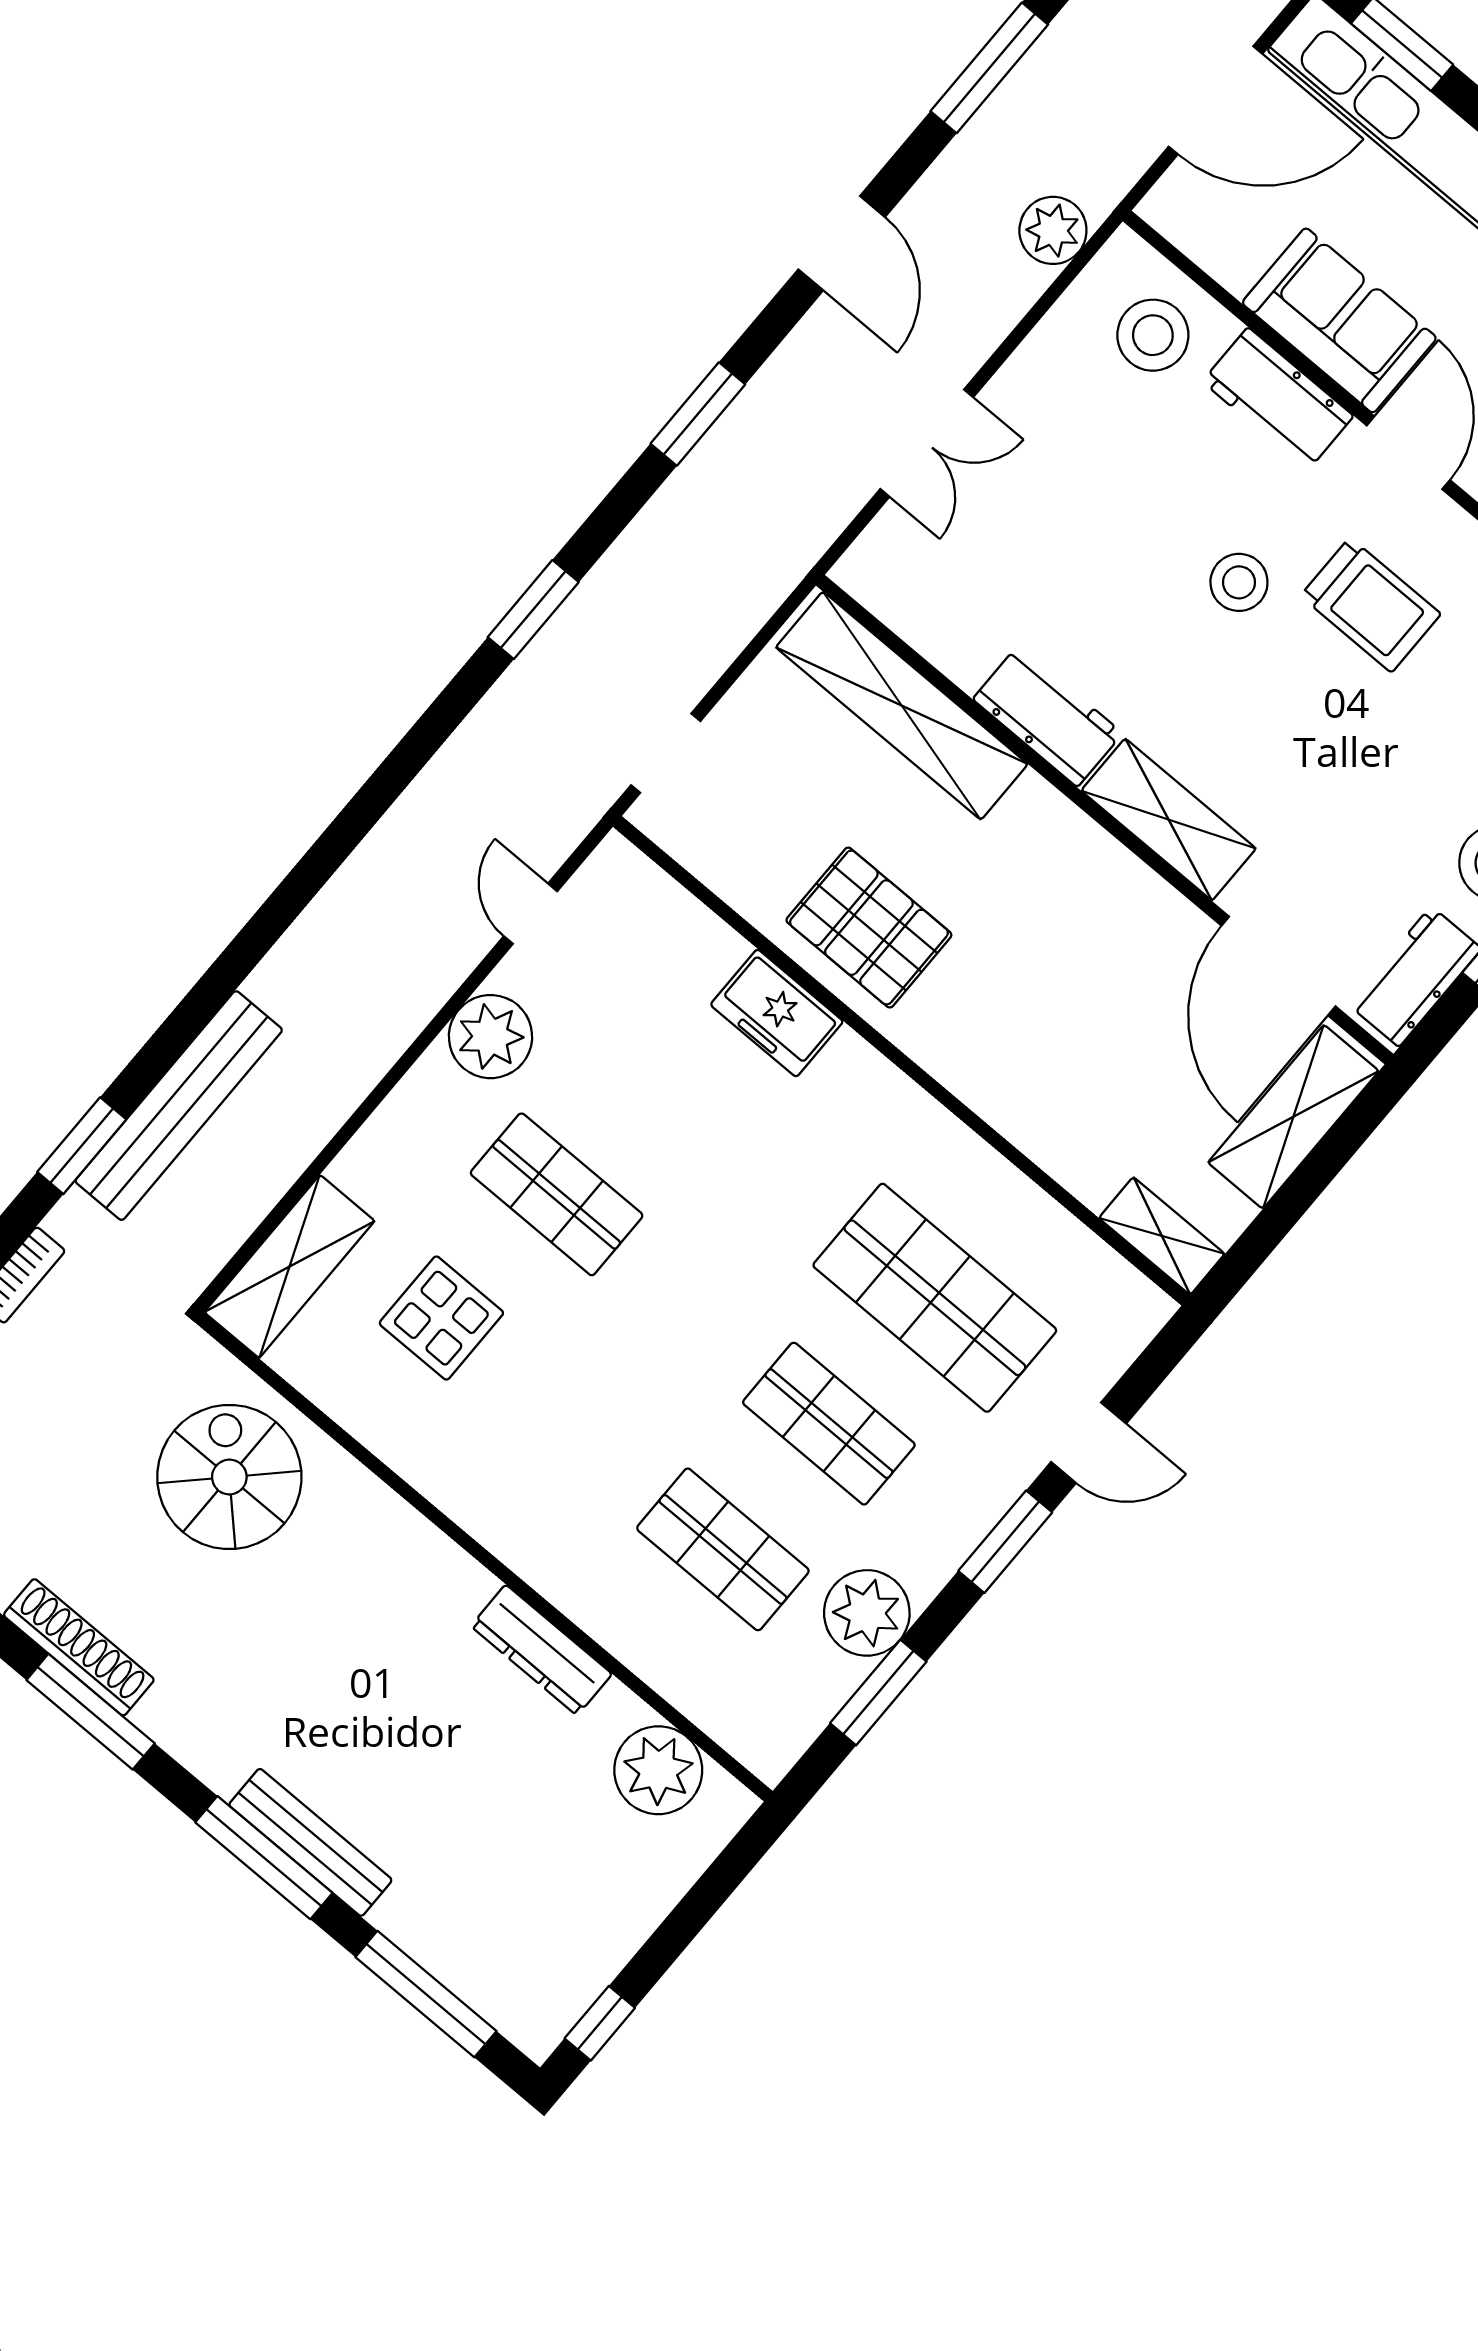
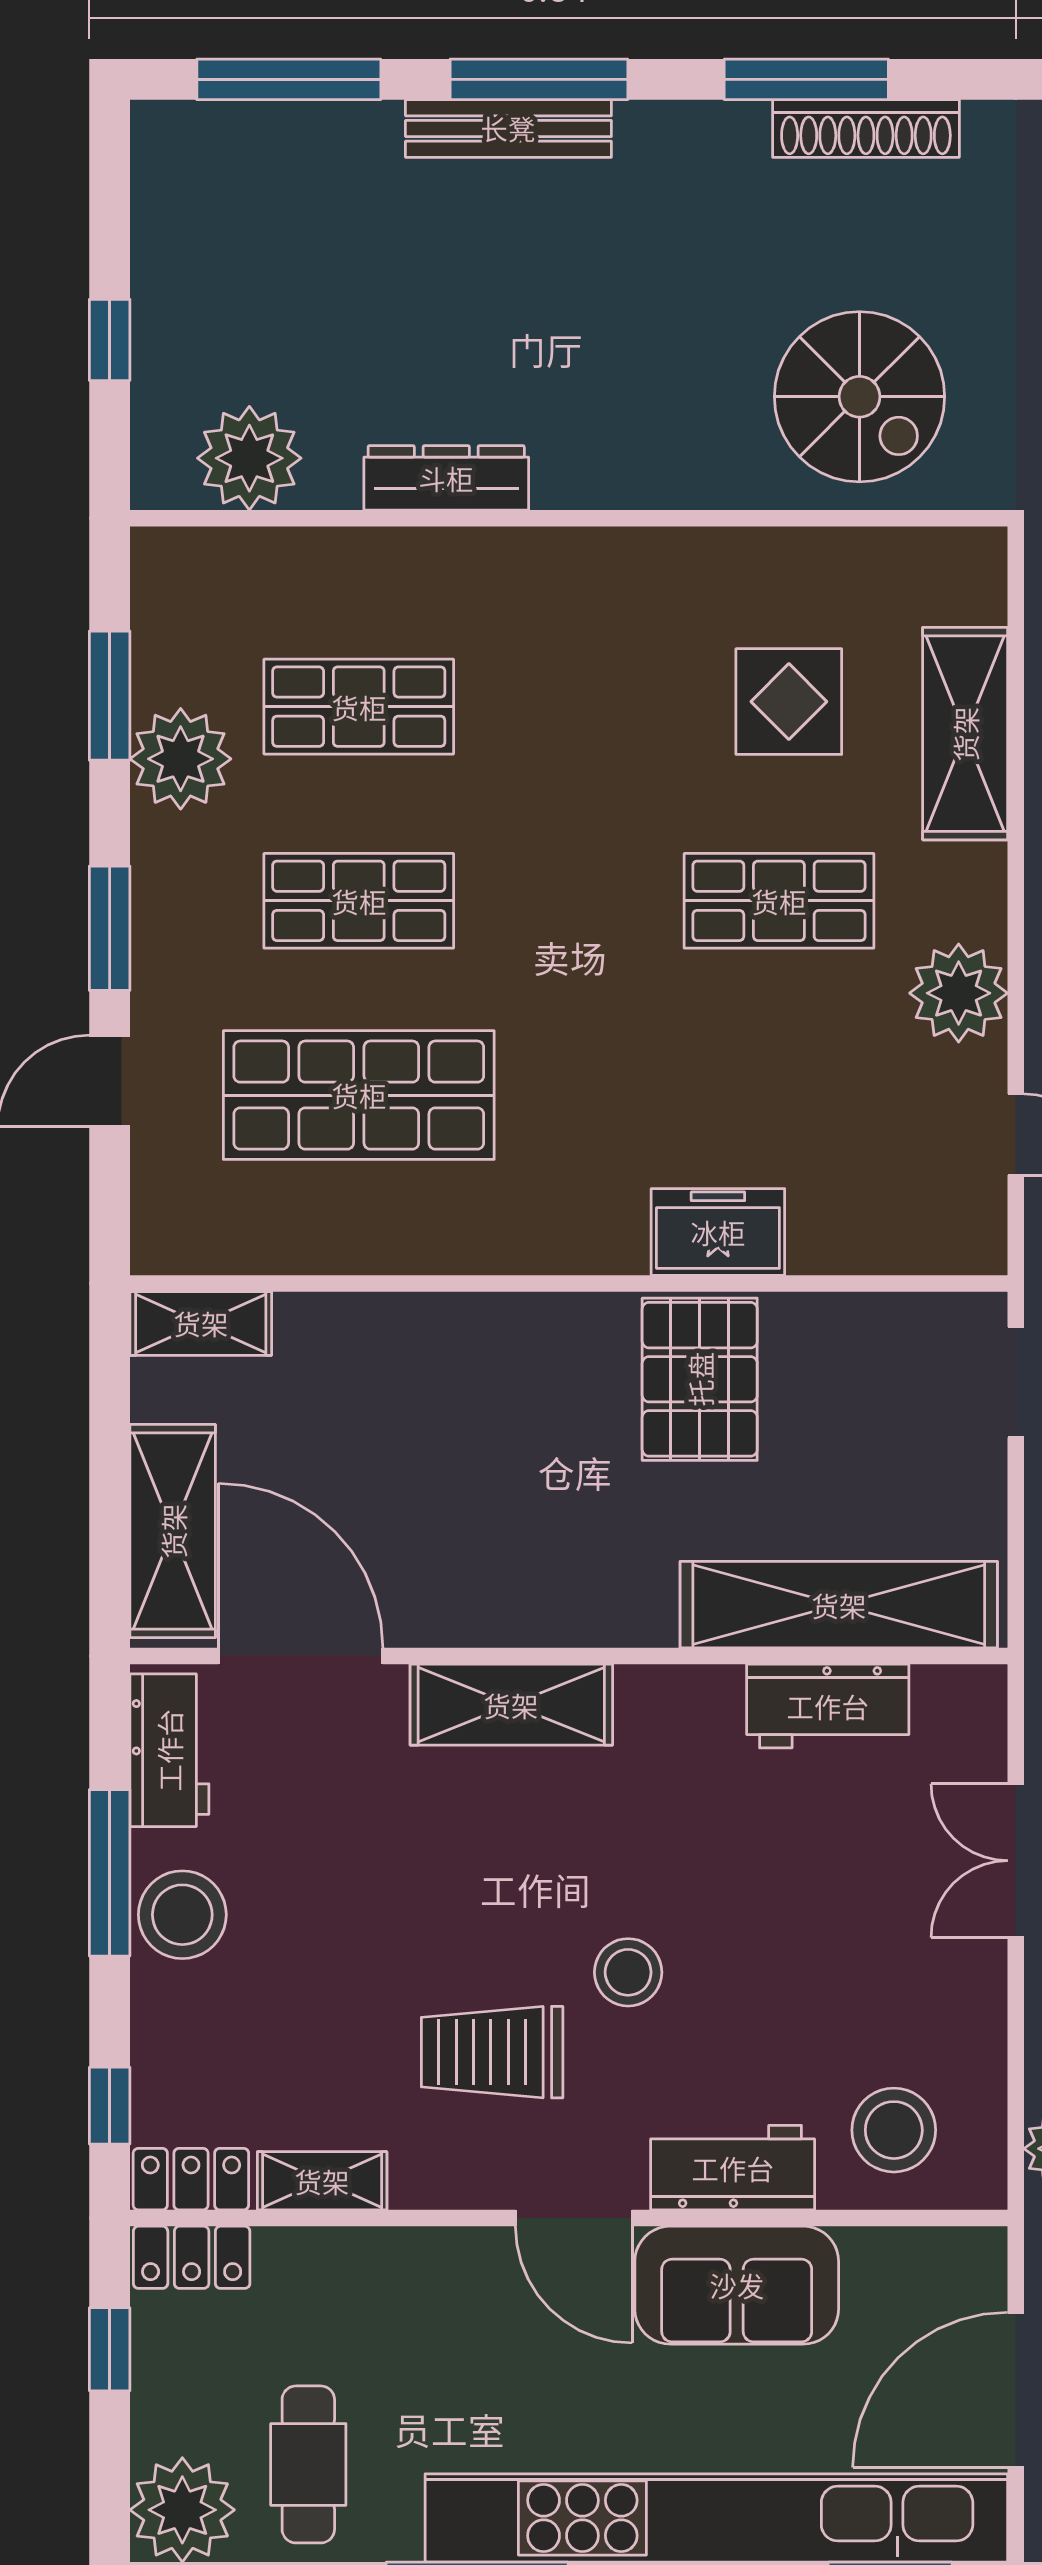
workbench: (1048, 716) -> (828, 1706), moved
pallet: (869, 928) -> (700, 1379), turned 90
shelving: (290, 1267) -> (965, 734), moved
window: (600, 2023) -> (110, 340), moved

